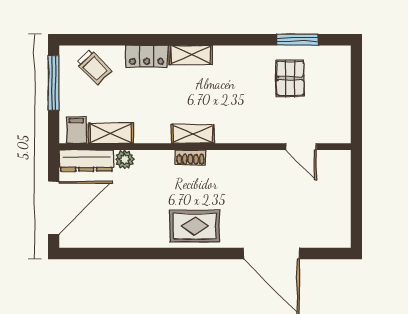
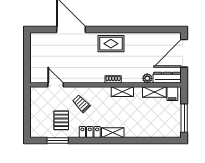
locker: (147, 56) -> (90, 132), moved
trolley: (94, 67) -> (81, 104), moved
shelving: (193, 134) -> (122, 92), moved

